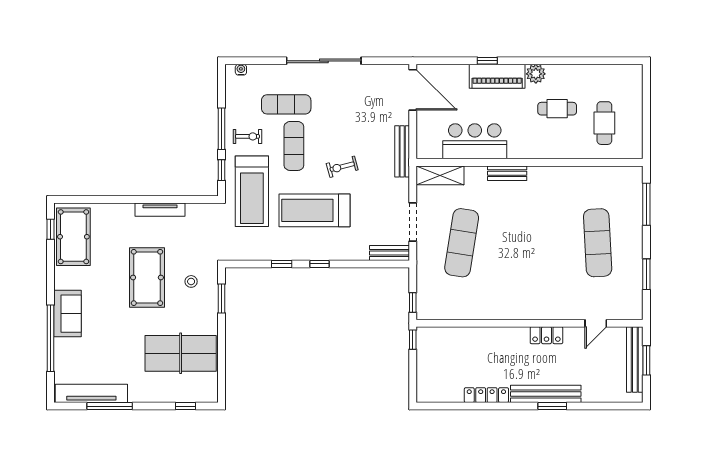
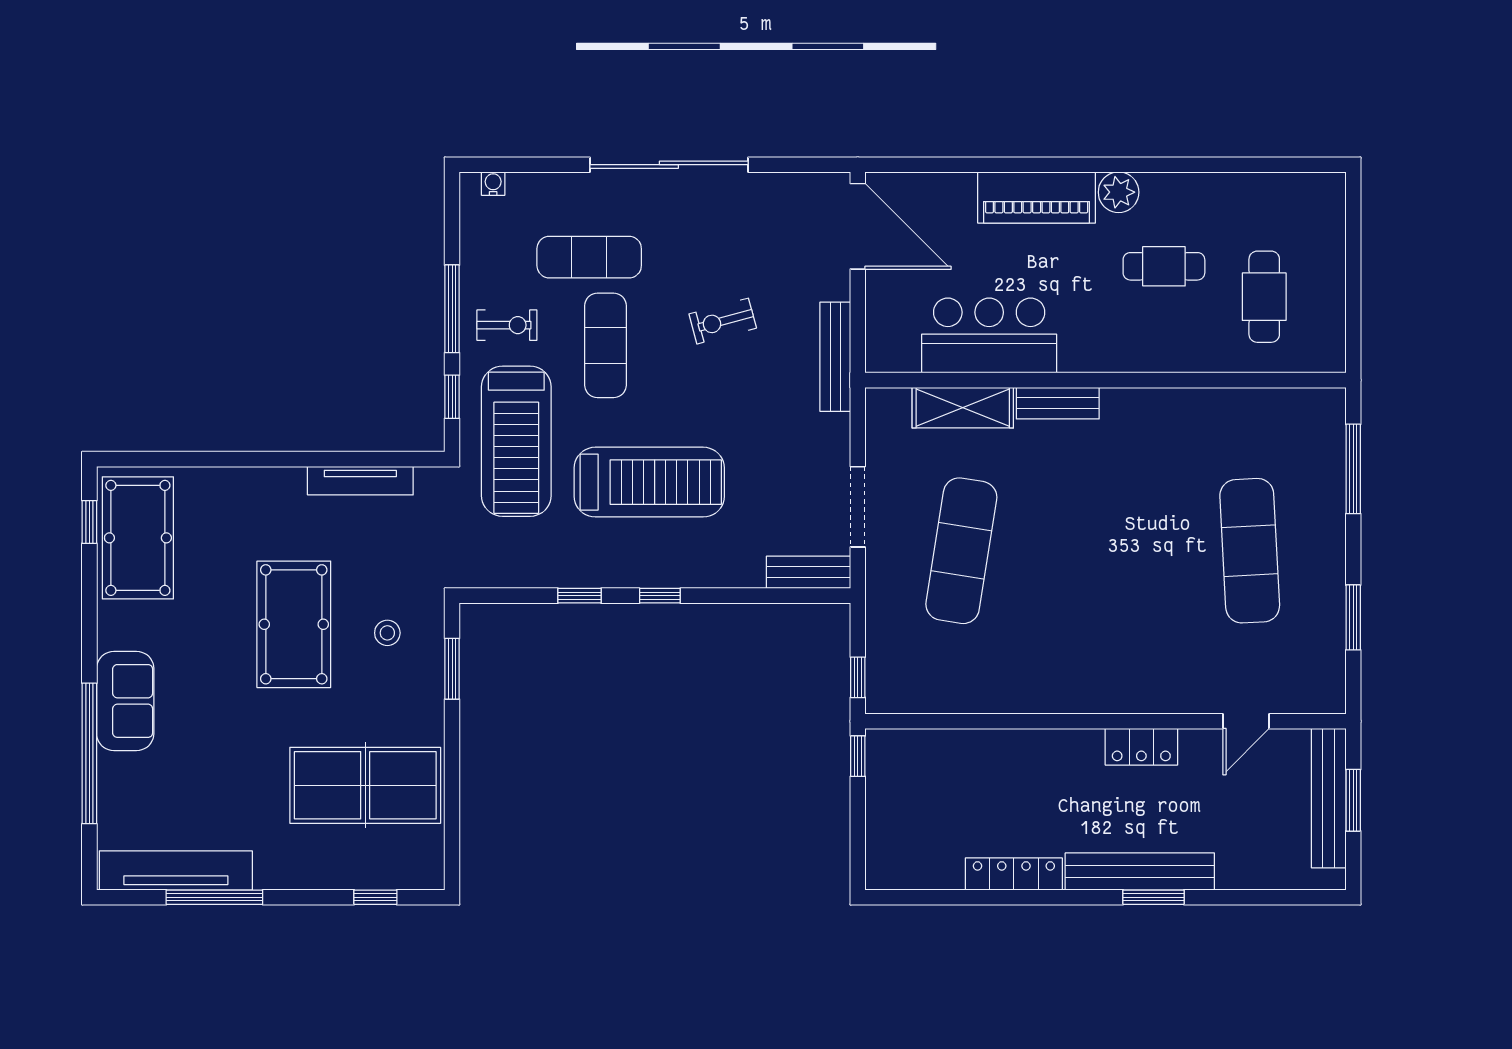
window: (487, 61) -> (1016, 165), removed
exercise bike: (342, 167) -> (723, 321), moved
shelving: (440, 175) -> (963, 408), moved
tv unit: (160, 210) -> (360, 481), moved
treadmill: (315, 210) -> (649, 482), turned 180

